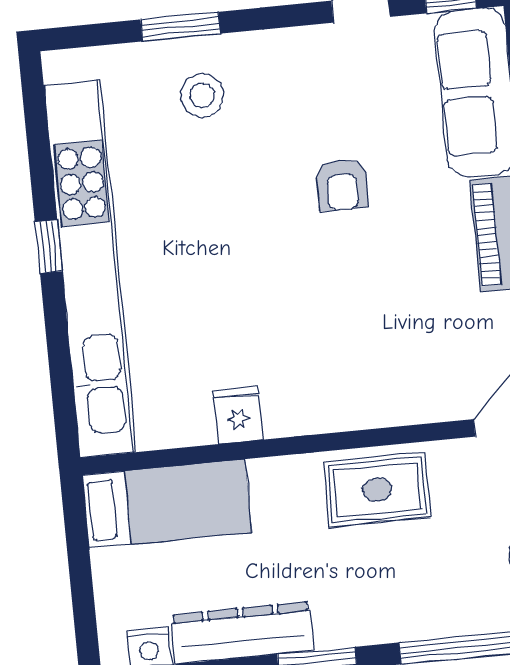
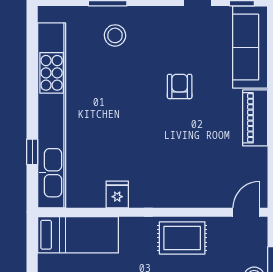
armchair: (342, 185) -> (180, 86), turned 180
window: (48, 247) -> (32, 152), moved

